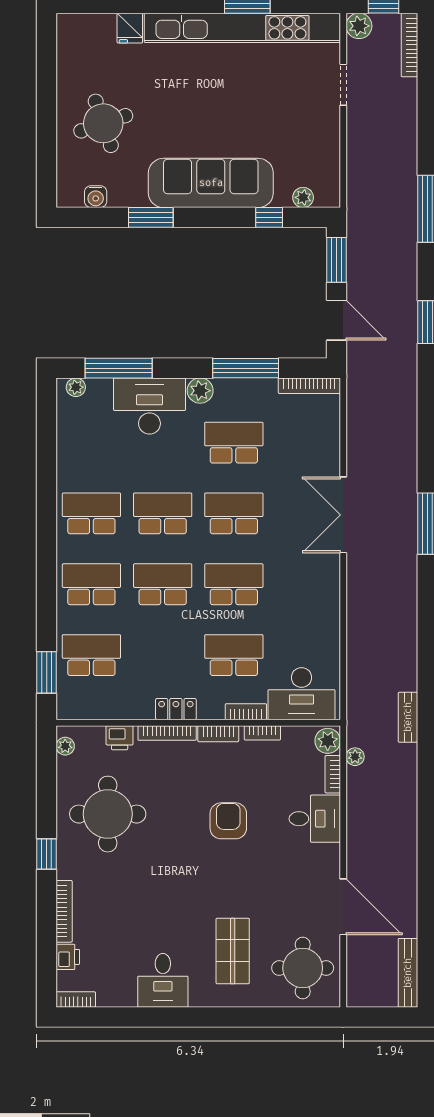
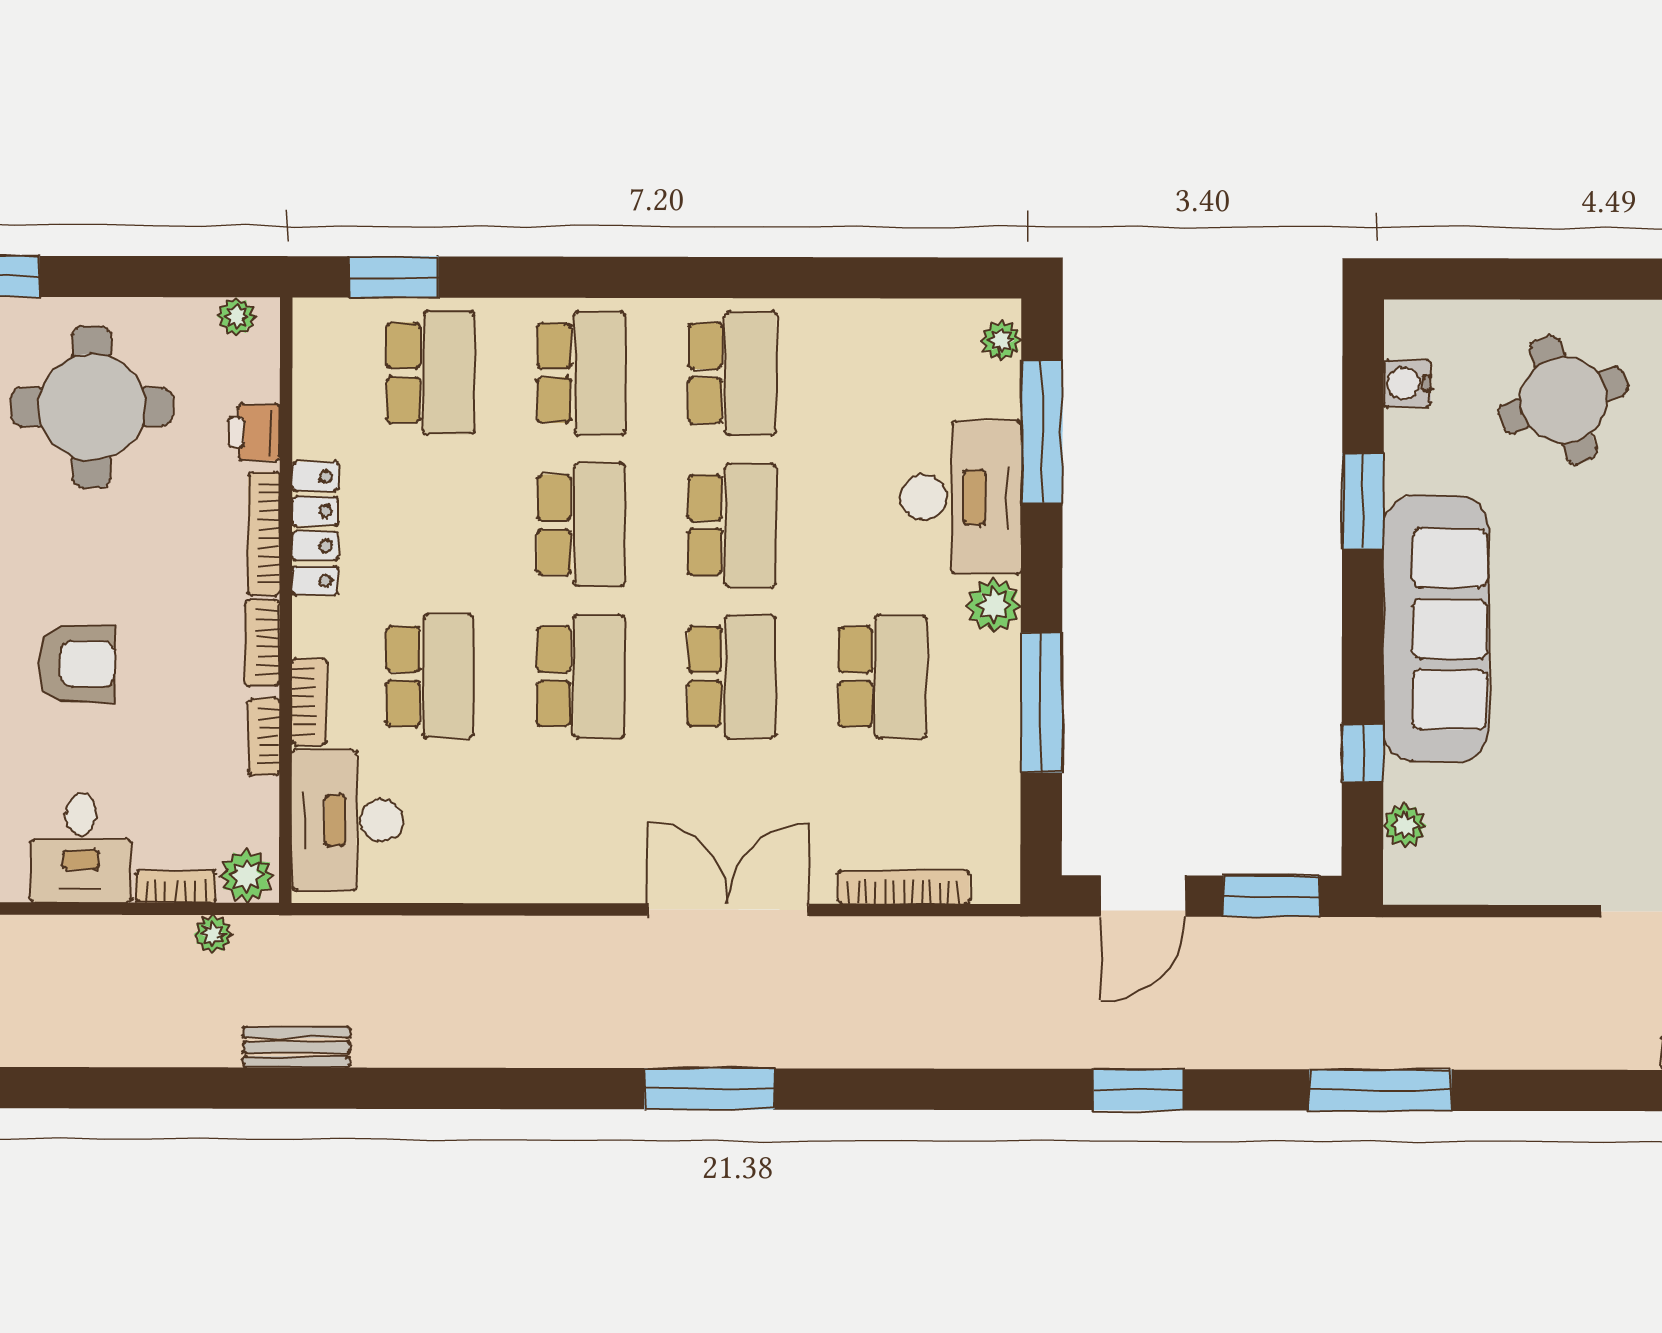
bookcase: (309, 386) -> (904, 887), moved, turned 90
locker: (176, 709) -> (315, 529), width x1.53

